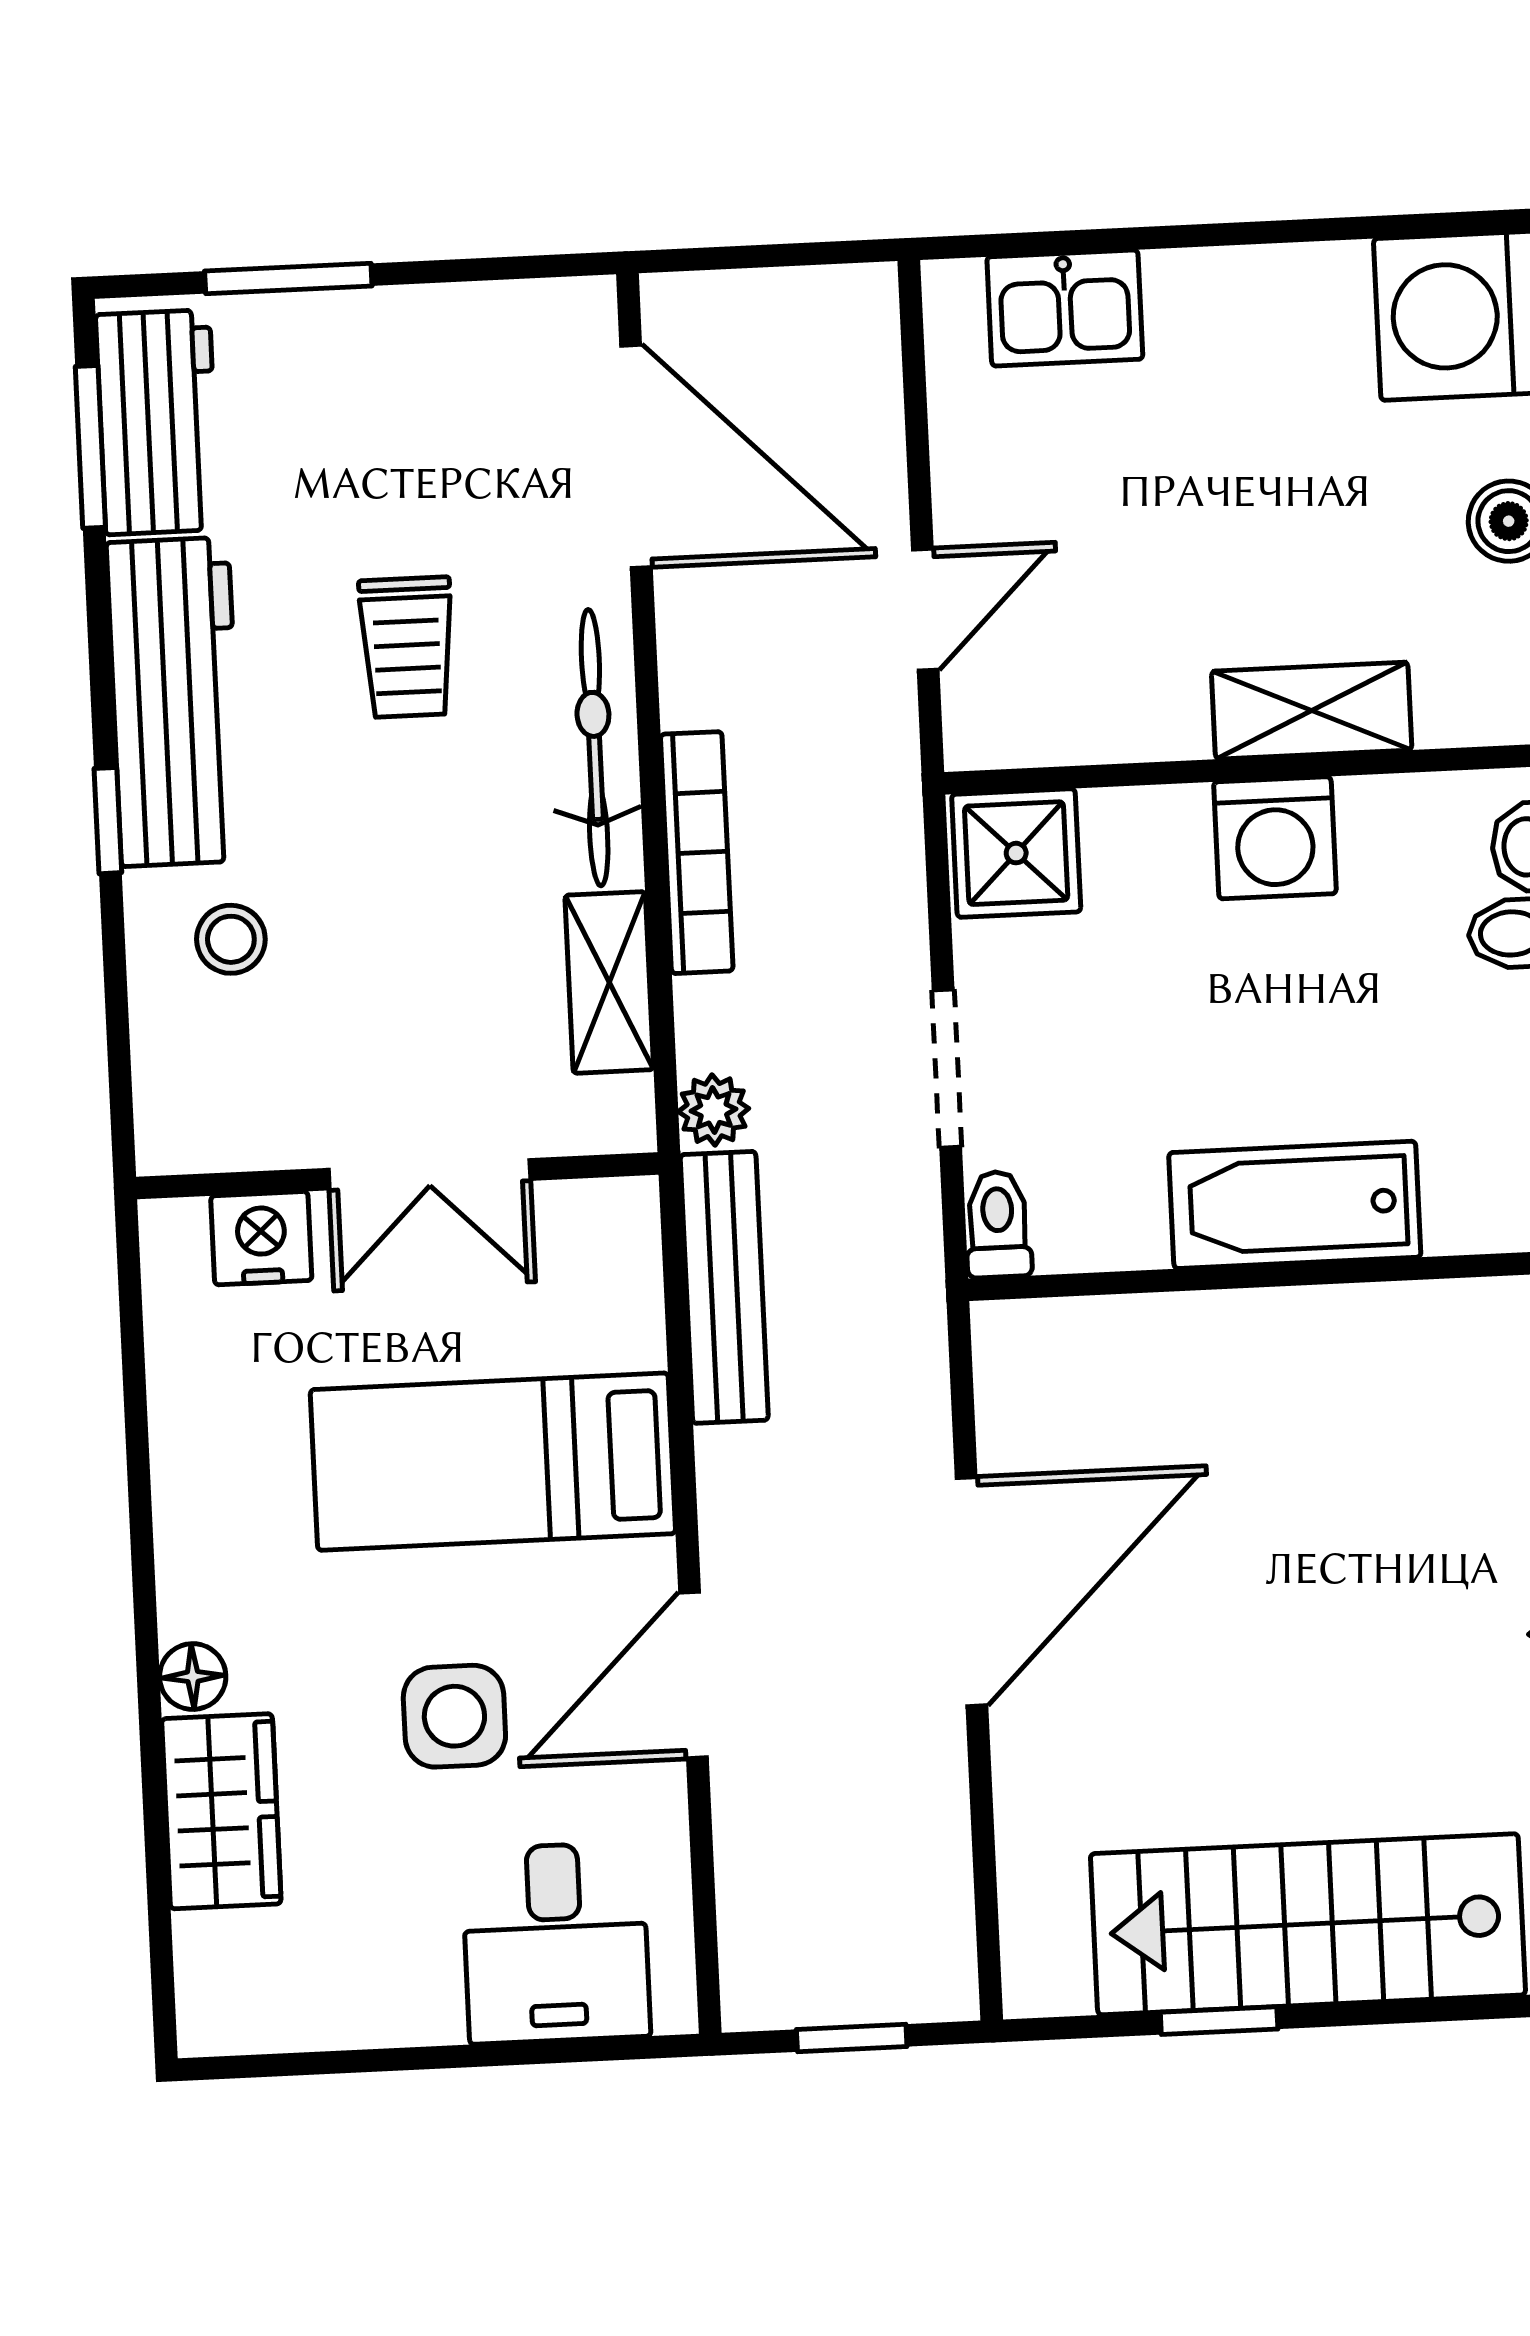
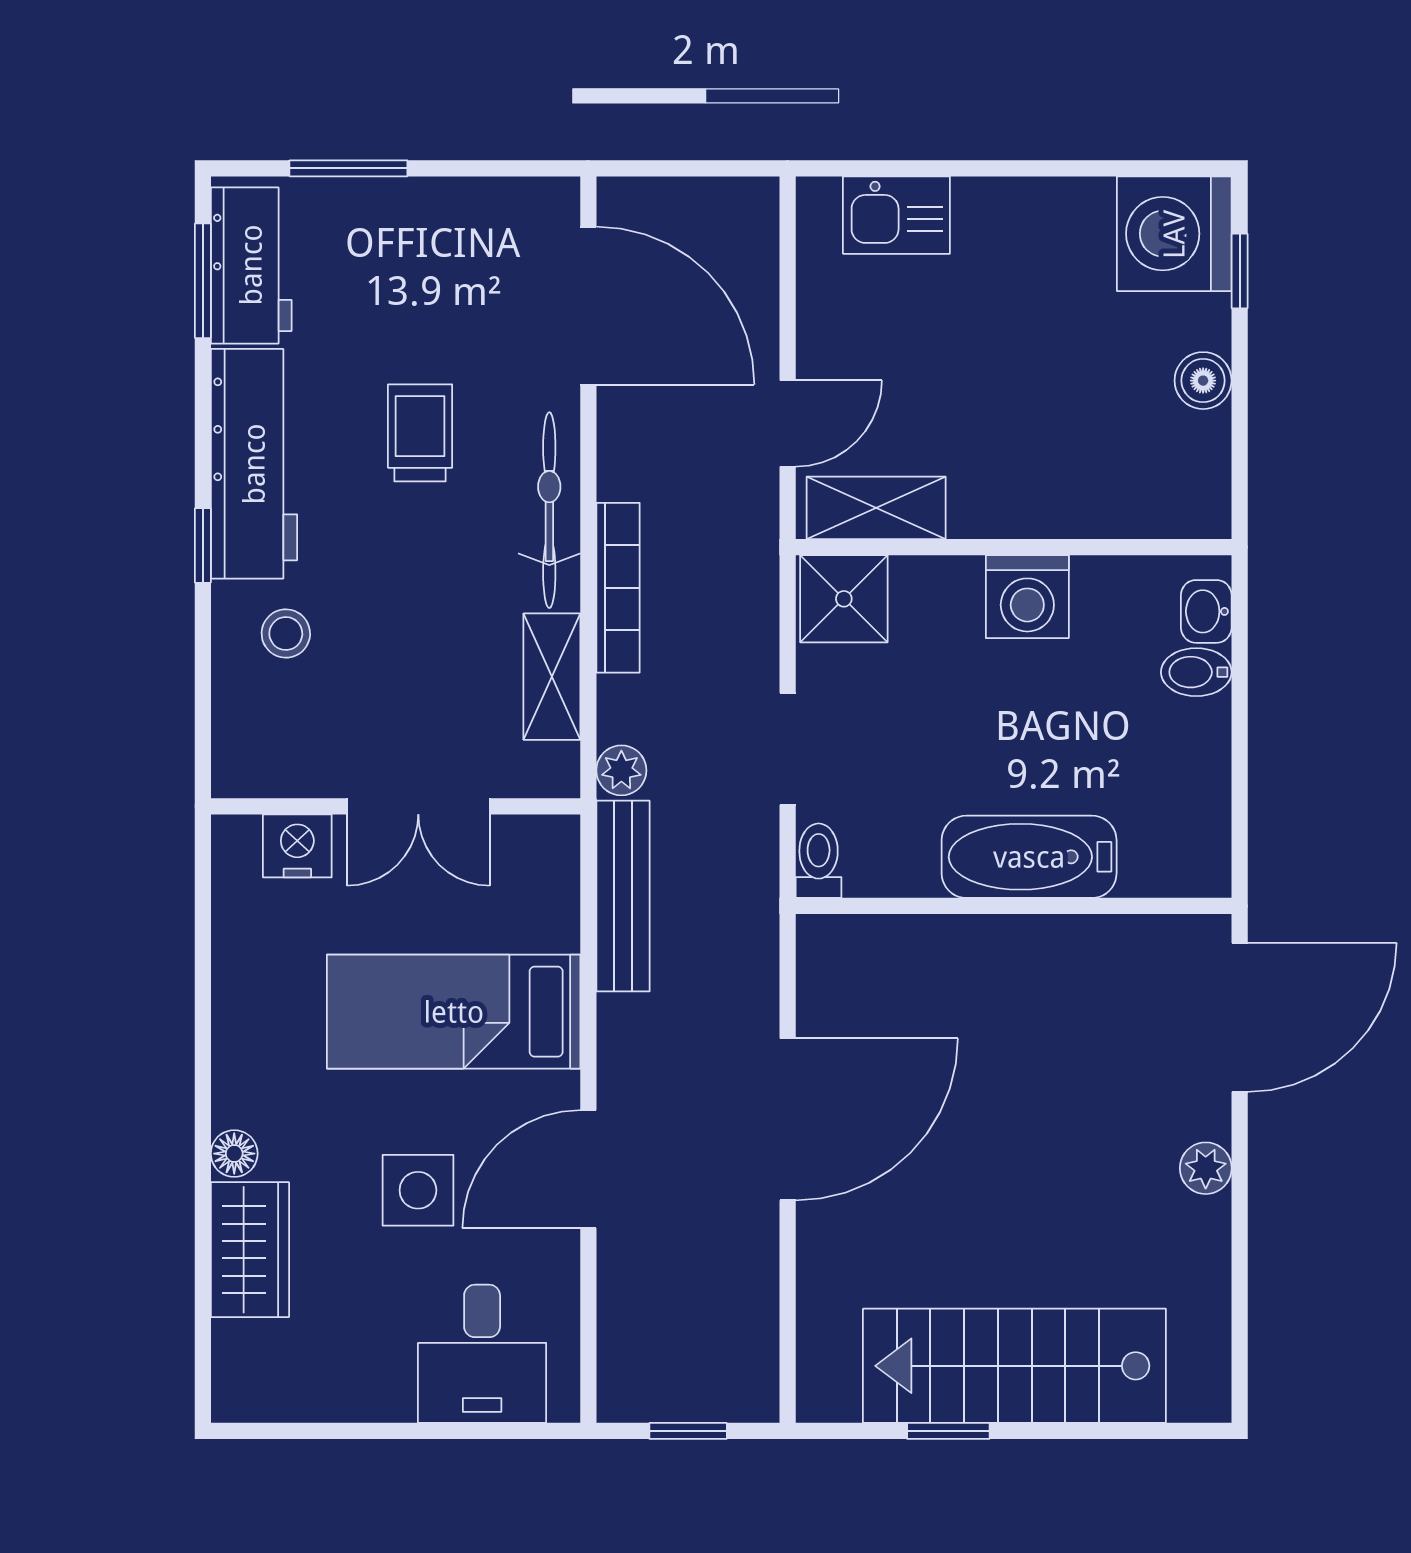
trolley: (407, 647) -> (420, 433), turned 180
shelving: (1312, 711) -> (876, 508), moved

